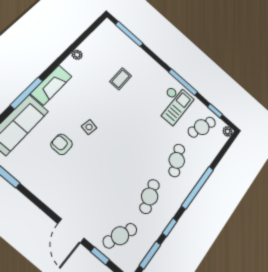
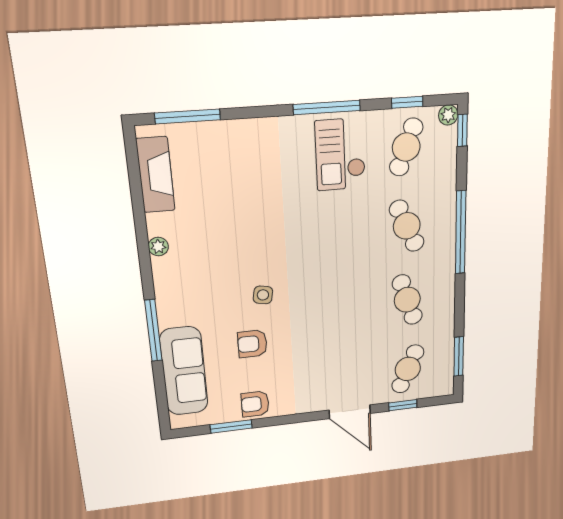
plant: (77, 55) -> (158, 247), moved
coffee table: (121, 79) -> (240, 195), removed
fireplace: (51, 85) -> (155, 175), moved
checkout: (174, 104) -> (340, 154), turned 180
armchair: (31, 176) -> (255, 404), added
window: (170, 227) -> (462, 130), moved

